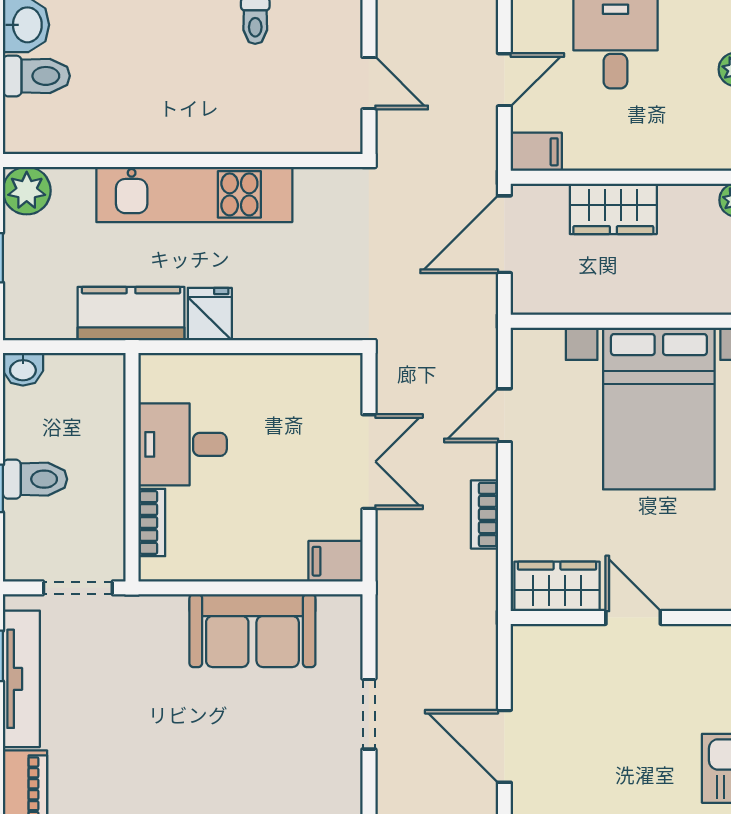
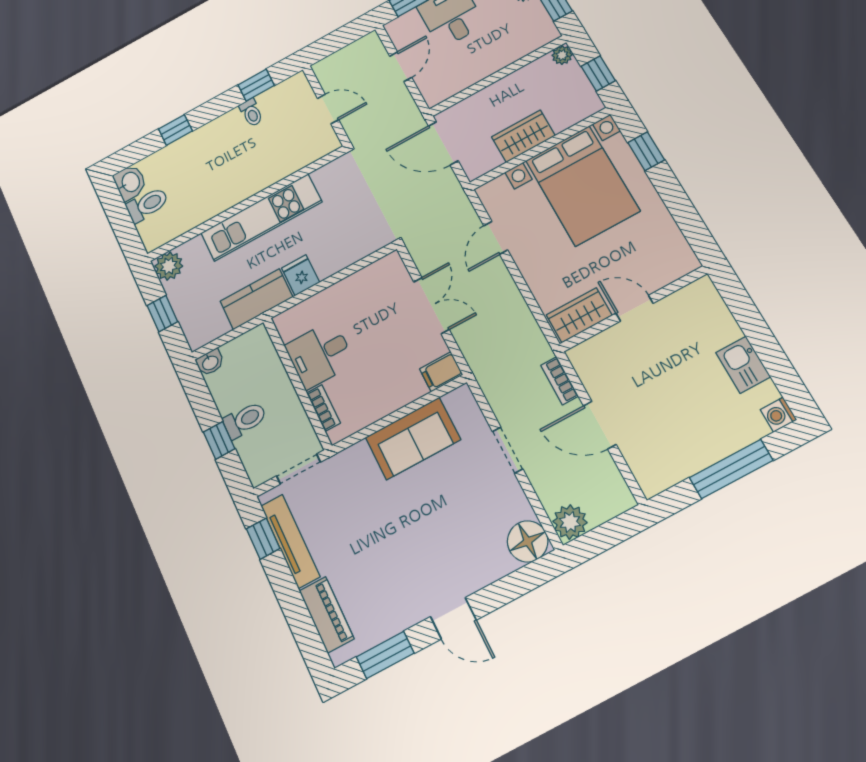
filing cabinet: (536, 152) -> (438, 92), removed
wardrobe: (613, 209) -> (523, 136), moved, turned 180
door: (504, 234) -> (443, 143), hinge flipped
bookcase: (484, 514) -> (559, 381), moved

